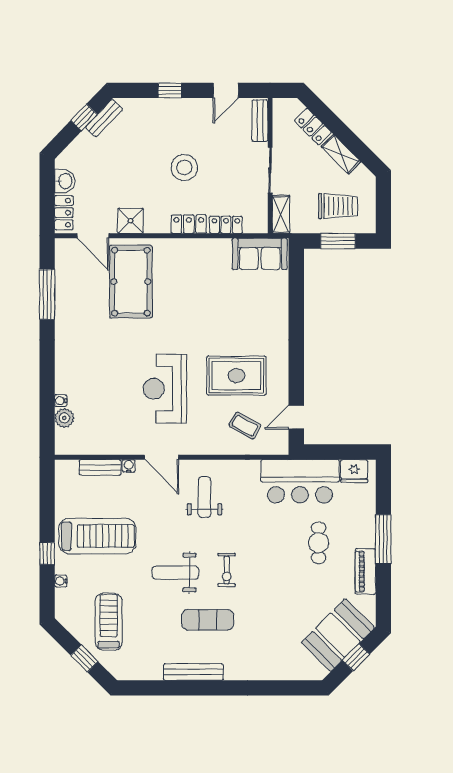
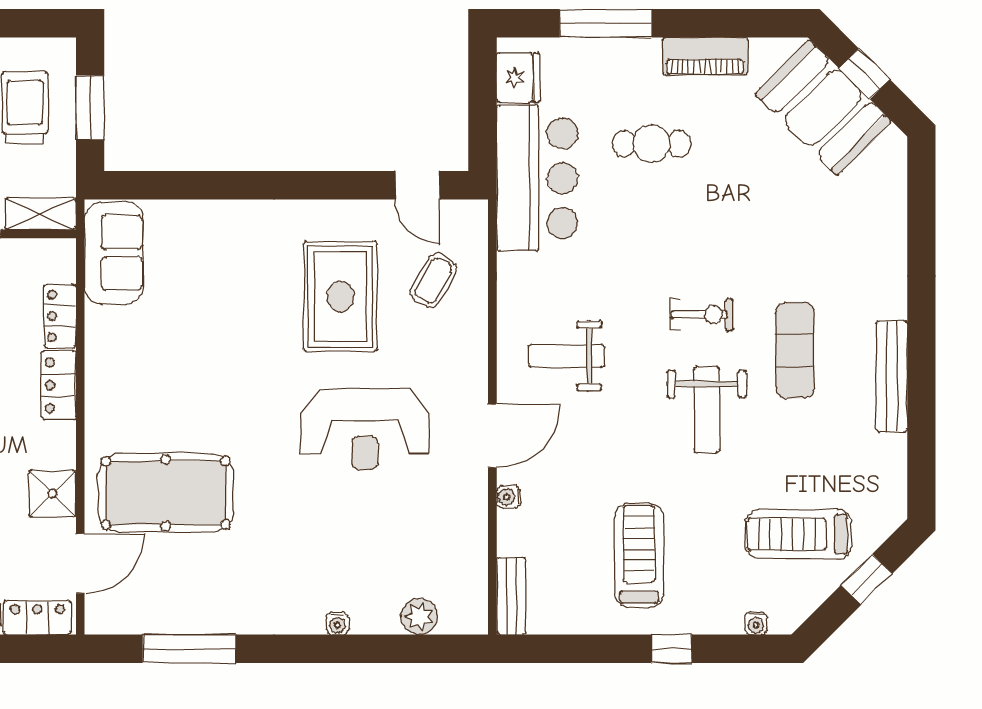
water cooler: (61, 401) -> (337, 623), moved
bench: (100, 467) -> (511, 596), moved
treadmill: (97, 536) -> (639, 555), width x0.73, depth x0.73
window: (383, 539) -> (606, 23), moved
water cooler: (61, 581) -> (756, 623), moved

